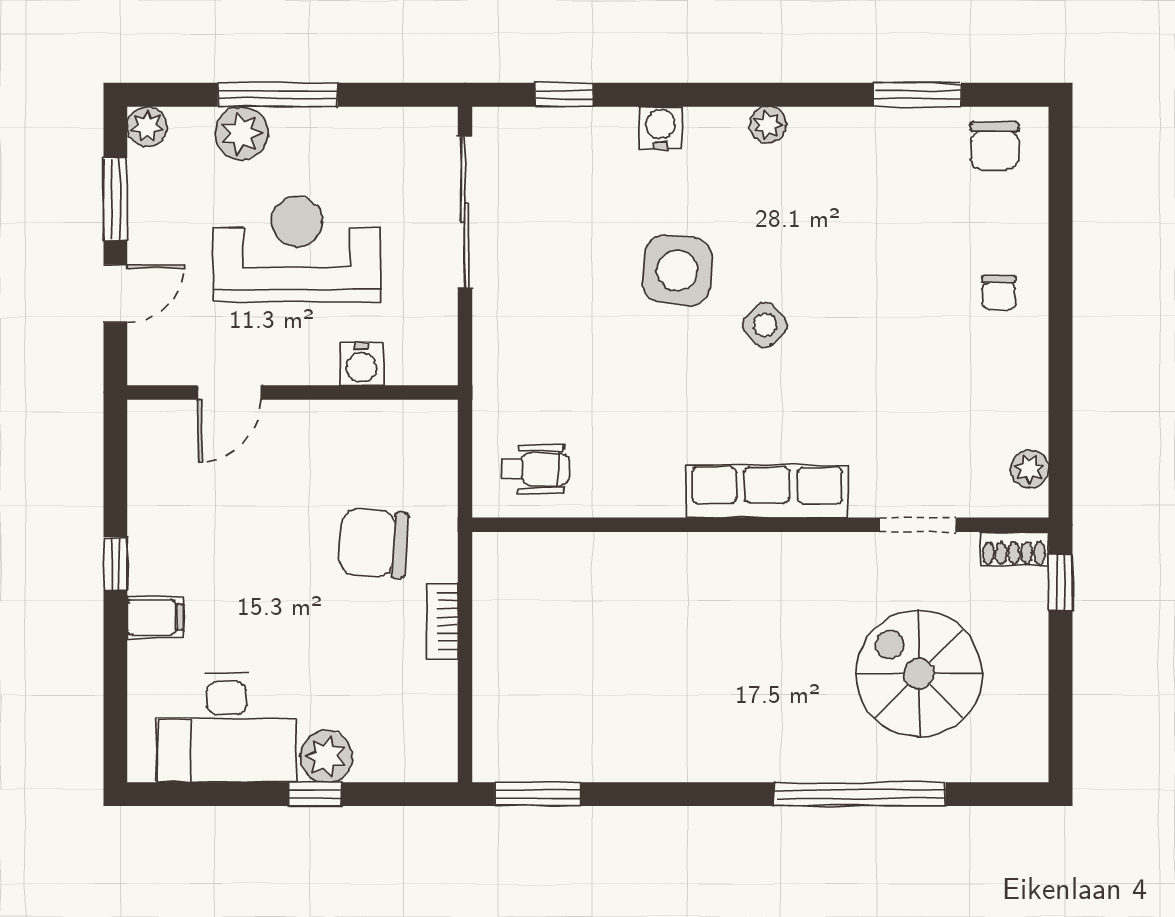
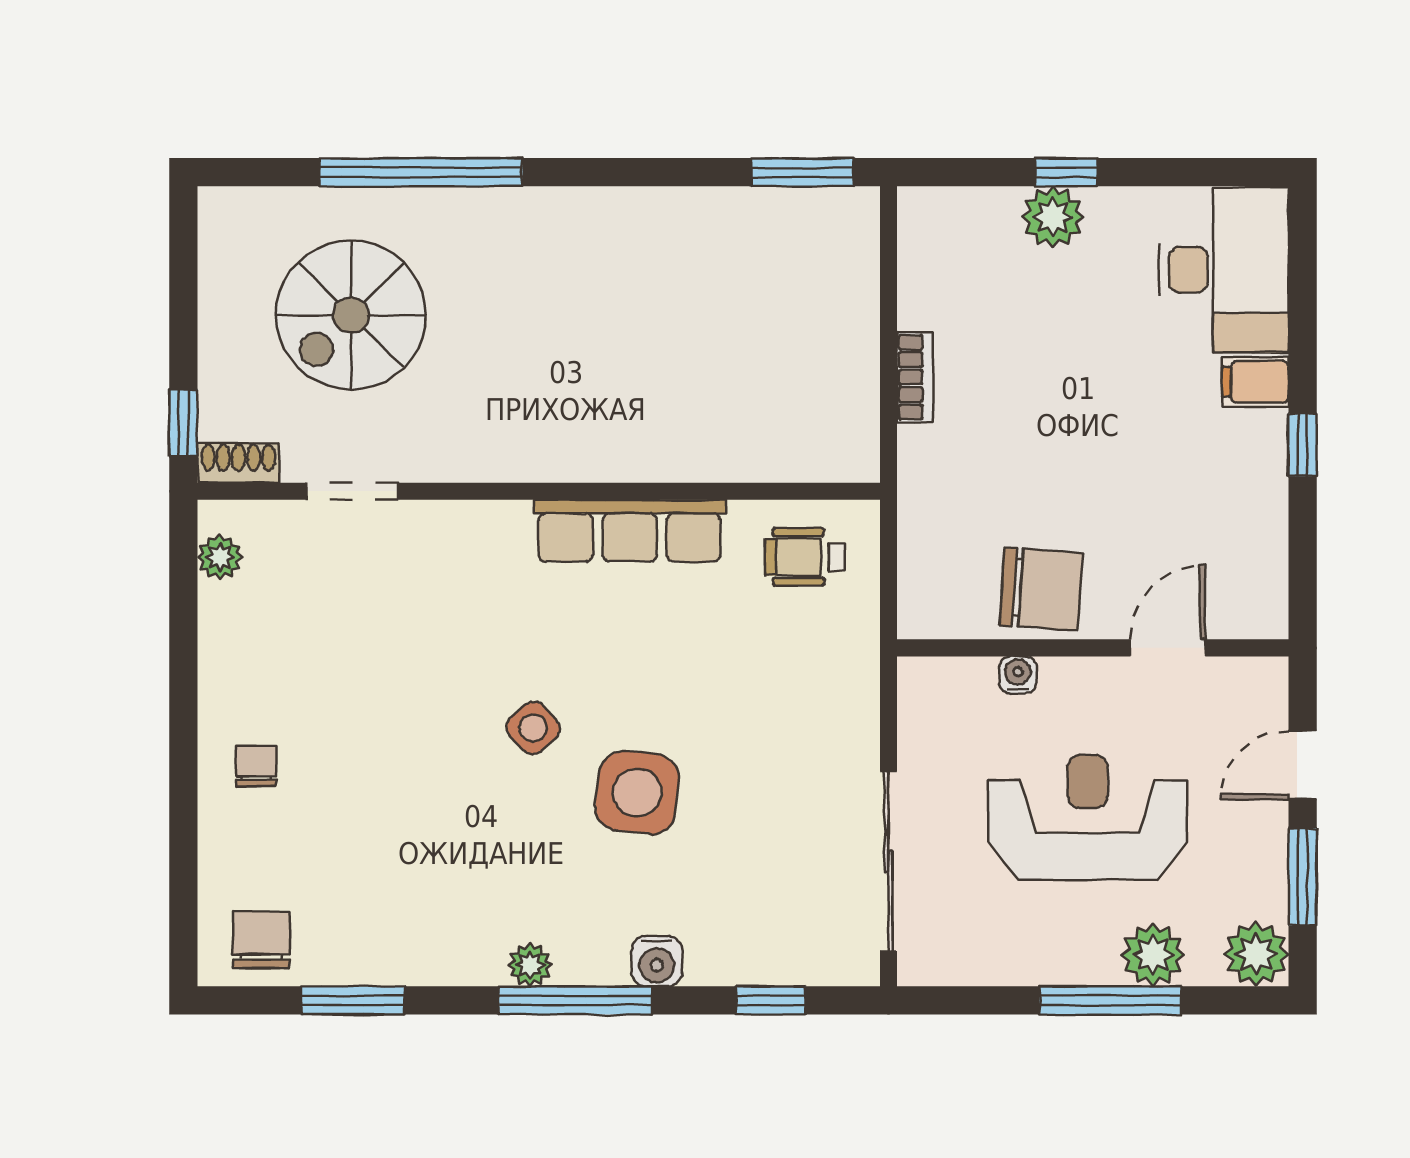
window: (730, 95) -> (575, 1000), added
plant: (147, 126) -> (1256, 954), width x1.38, depth x1.38
reception desk: (297, 249) -> (1088, 818), turned 180
water cooler: (362, 364) -> (1018, 675), width x0.72, depth x0.72
row of seats: (767, 491) -> (630, 531), moved
chair: (373, 543) -> (1041, 589), moved
spiral stairs: (919, 674) -> (351, 315), turned 90
desk: (227, 728) -> (1224, 270), moved, turned 90

